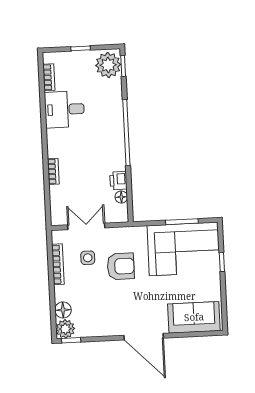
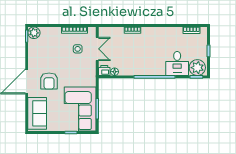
desk: (64, 109) -> (177, 63), moved, turned 180
printer: (118, 181) -> (104, 70), moved
armchair: (121, 266) -> (49, 81), moved
floor lamp: (63, 310) -> (46, 32), removed

